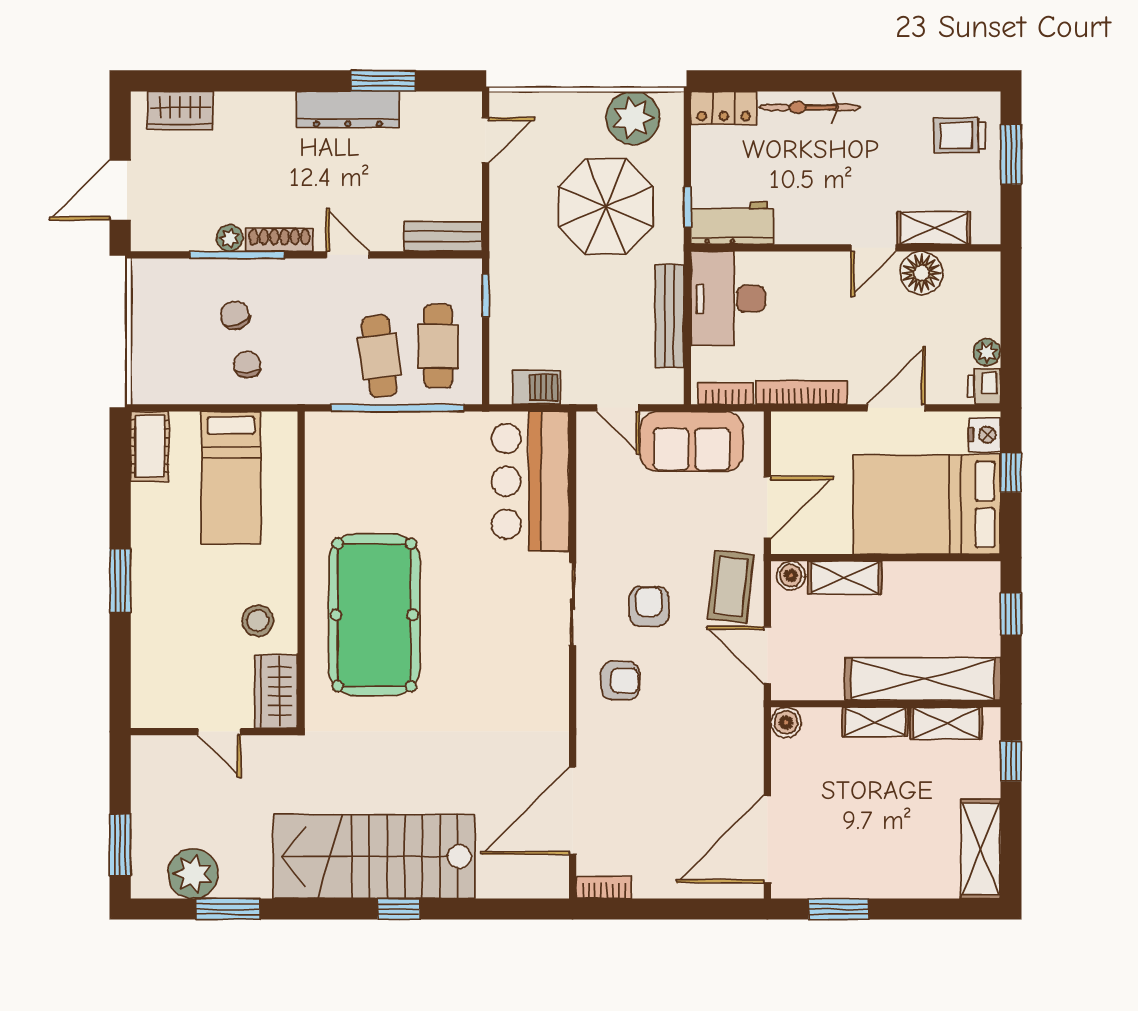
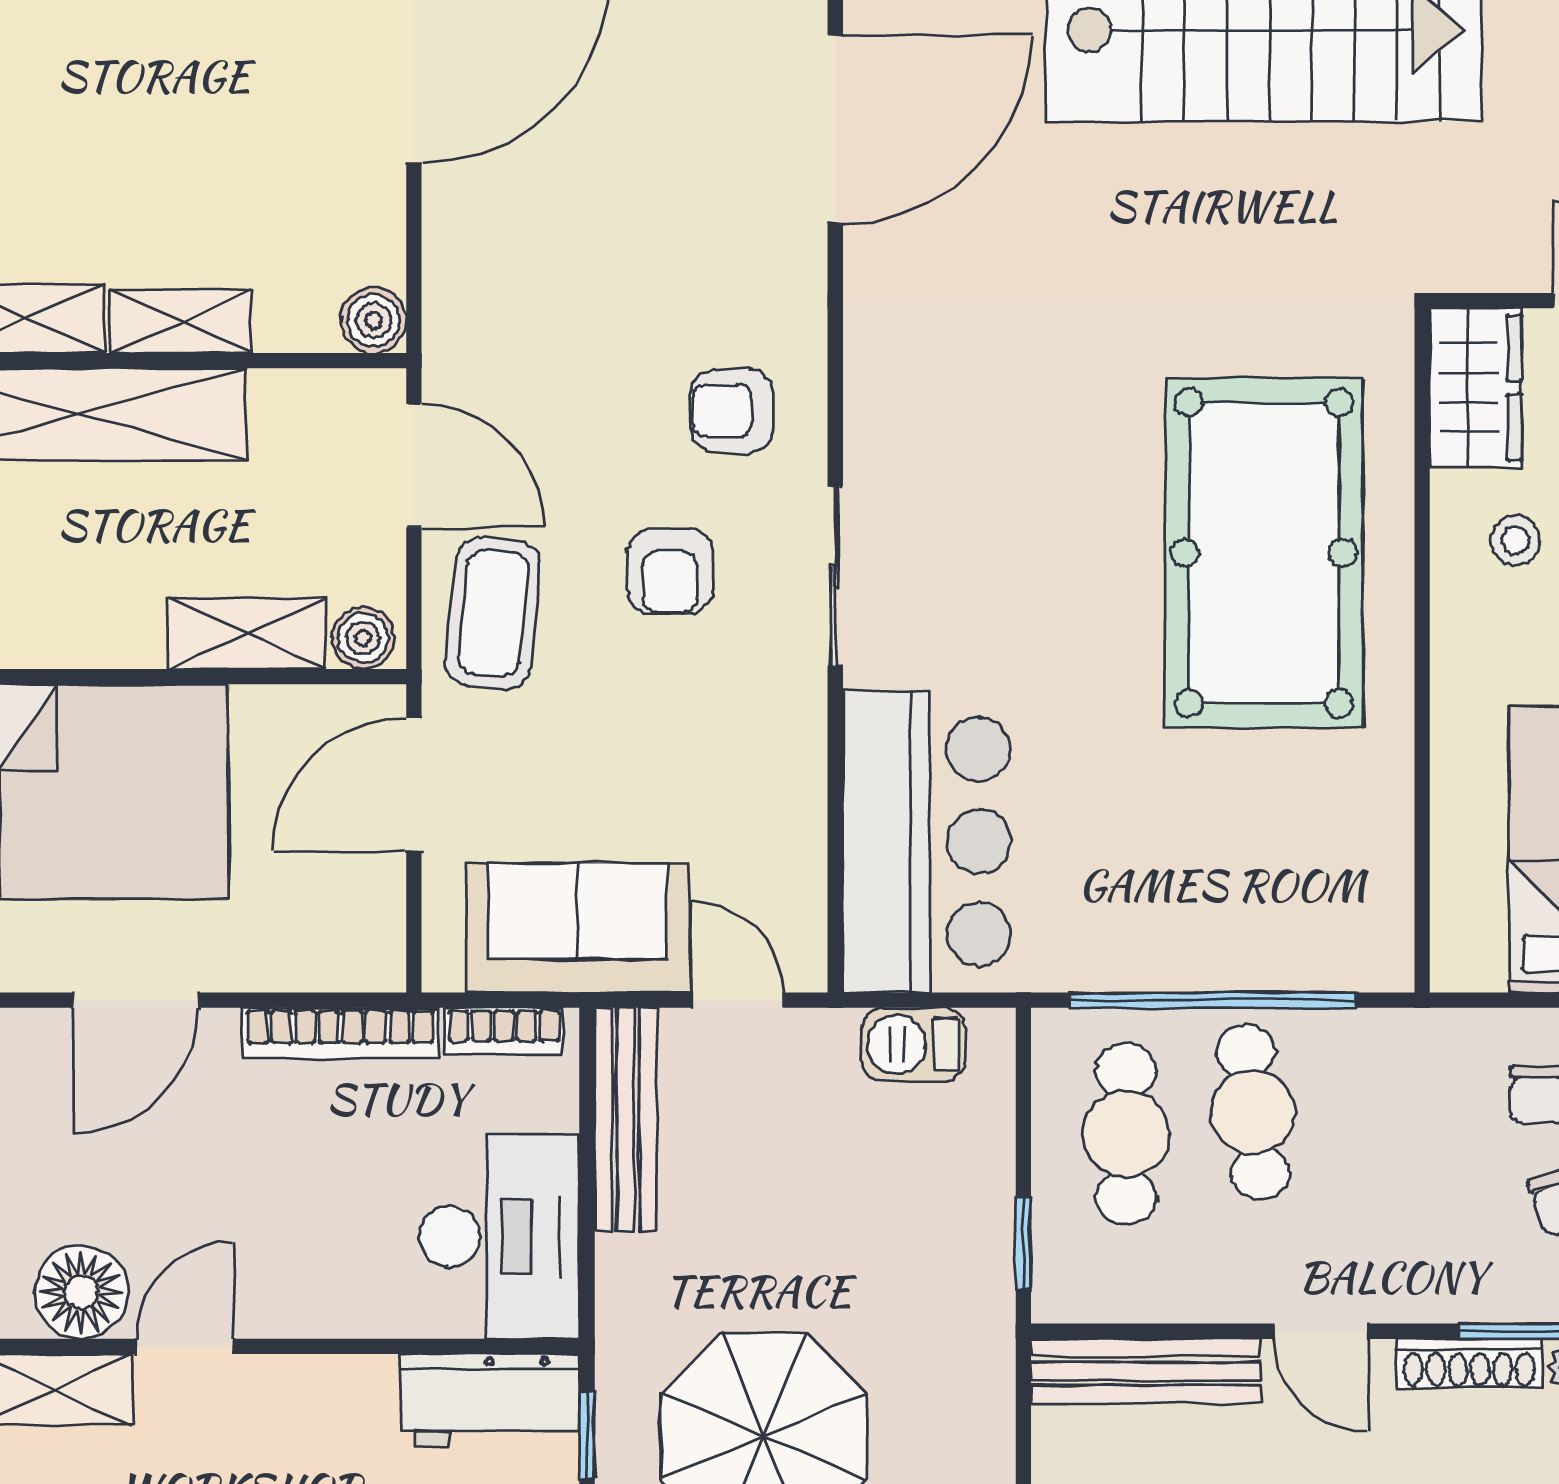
bench: (443, 237) -> (1146, 1371), width x1.36
bench: (669, 316) -> (626, 1119), moved
stool: (258, 621) -> (1516, 540), width x0.73, depth x0.73

